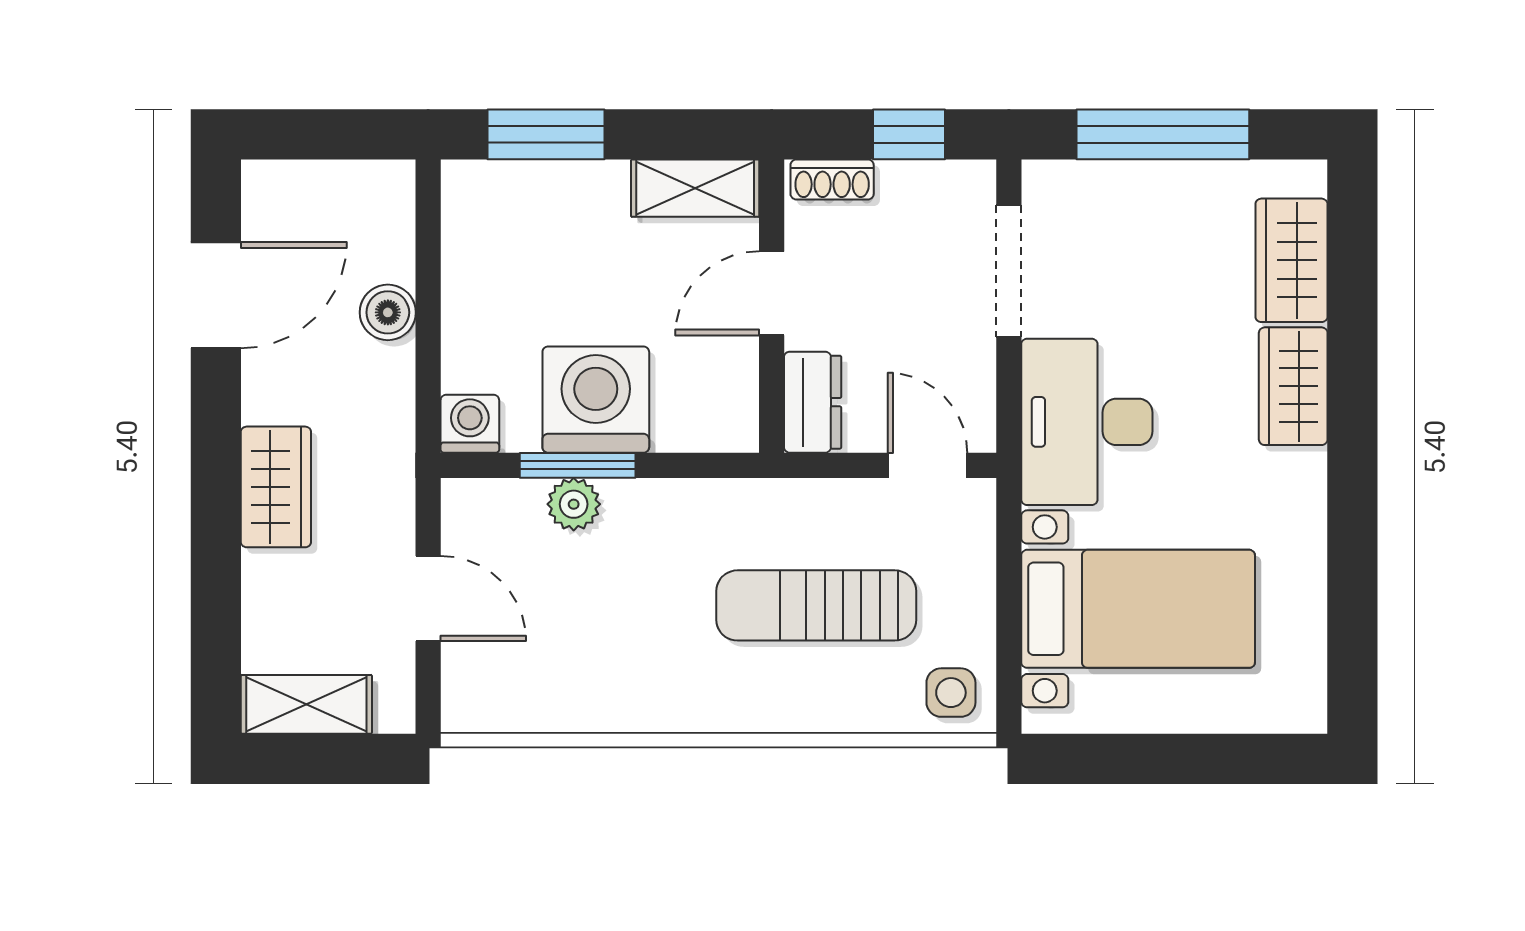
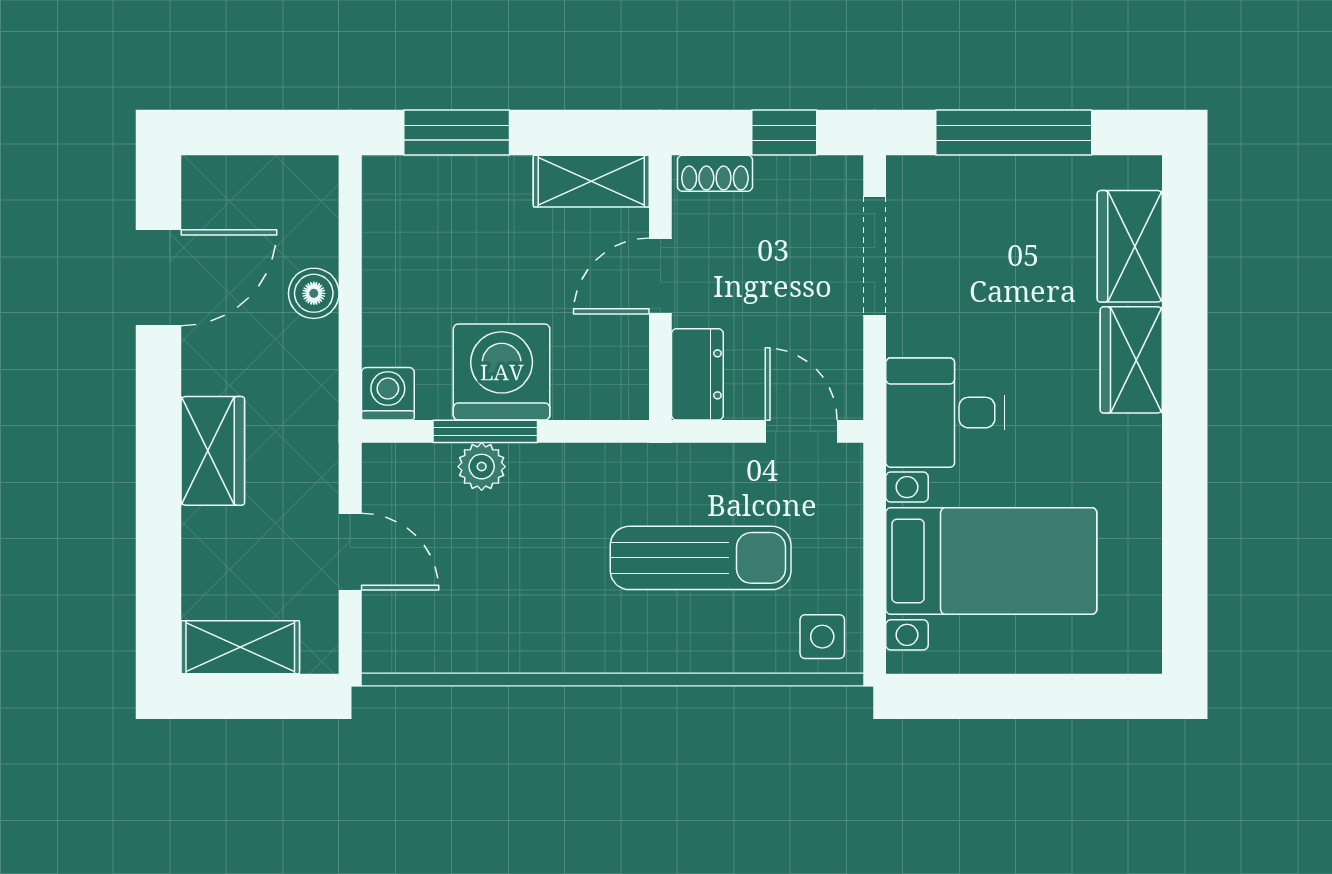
desk: (1087, 422) -> (945, 413), width x0.73
sun lounger: (816, 605) -> (701, 558), turned 180

